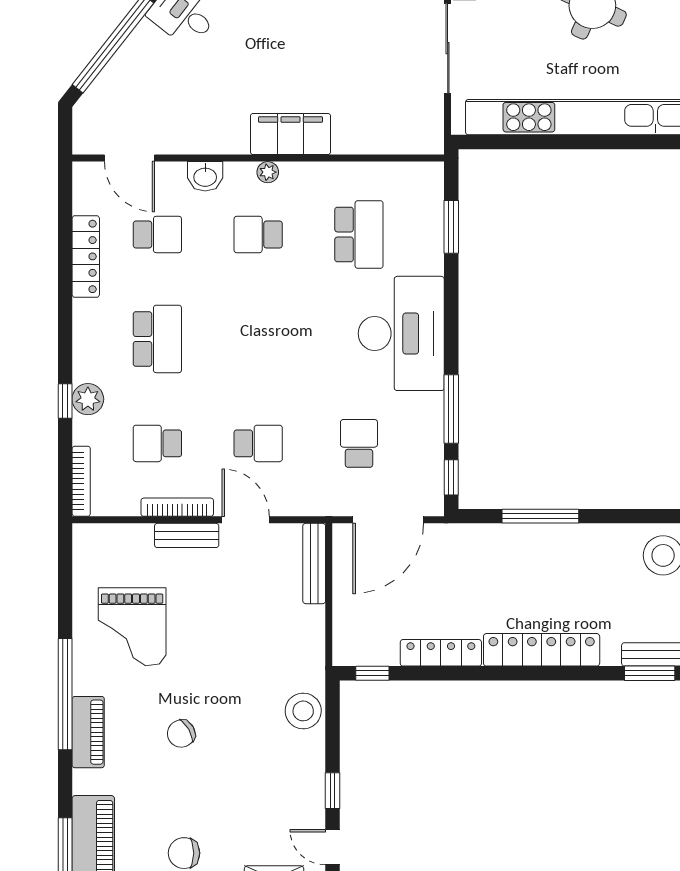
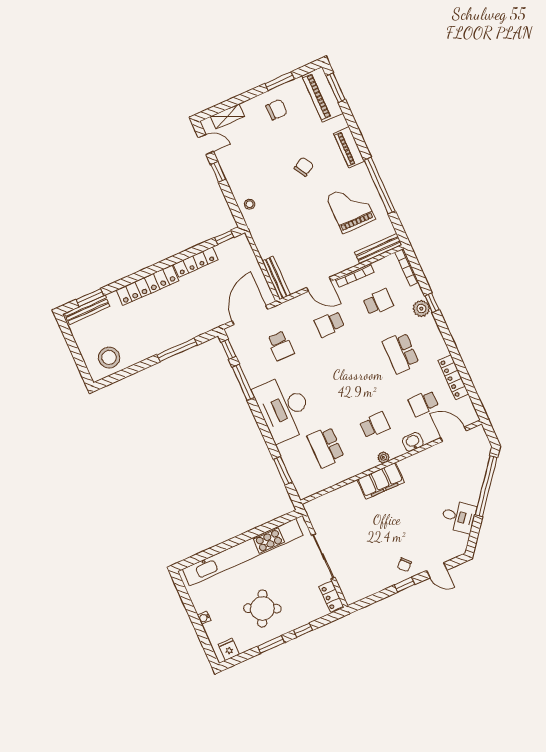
bench: (187, 535) -> (378, 249), moved, width x1.36
window: (65, 694) -> (380, 186), moved
stool: (303, 711) -> (250, 204), width x0.53, depth x0.53

